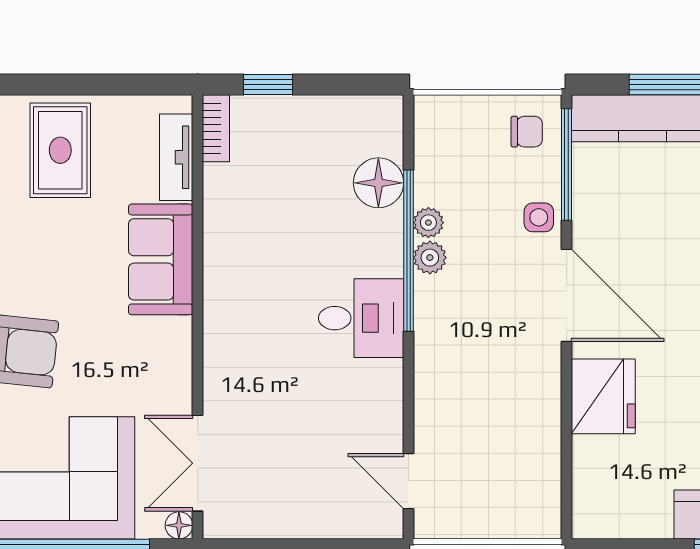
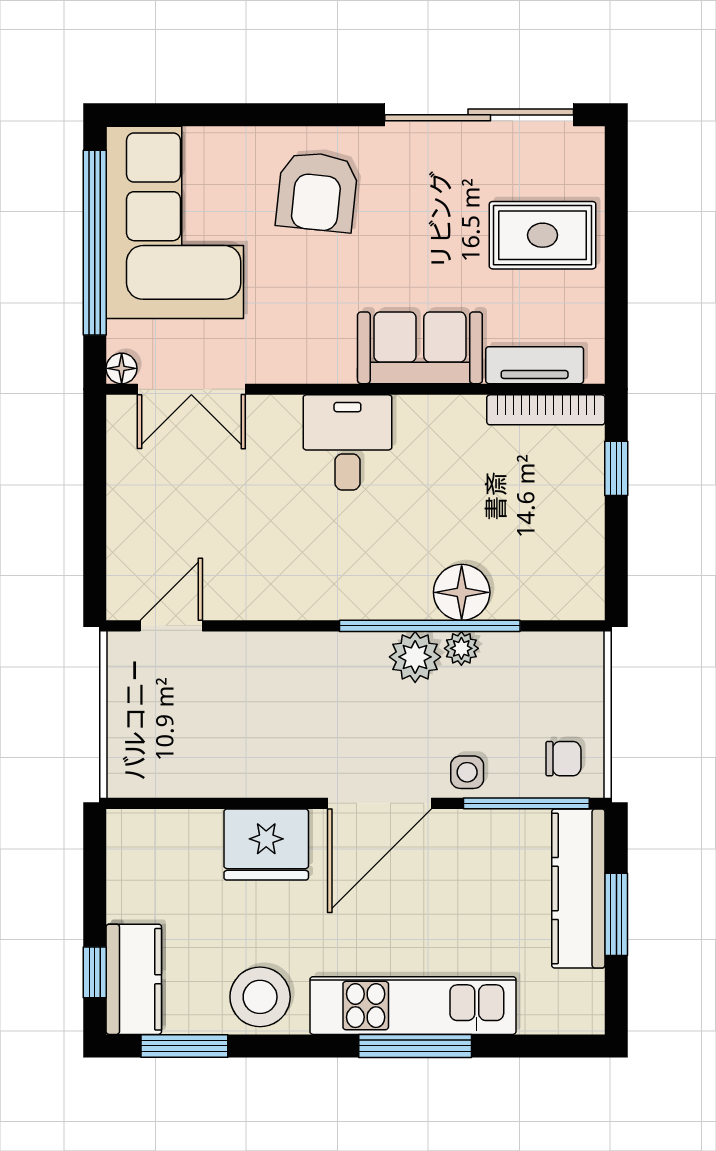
bookcase: (216, 128) -> (546, 410), width x1.56
chair: (527, 132) -> (563, 759), turned -90
floor lamp: (378, 183) -> (462, 592), moved
plant: (430, 258) -> (415, 657), width x1.38, depth x1.38
desk: (361, 318) -> (347, 442), moved, turned 180
double door: (198, 463) -> (191, 389), swing flipped

